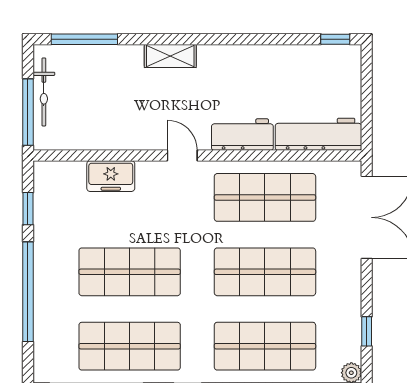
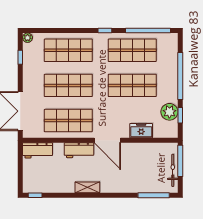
shelving: (170, 56) -> (87, 187), moved
workbench: (318, 134) -> (38, 150), width x0.73
door: (182, 156) -> (107, 140), width x1.87
plant: (51, 216) -> (169, 112), added

